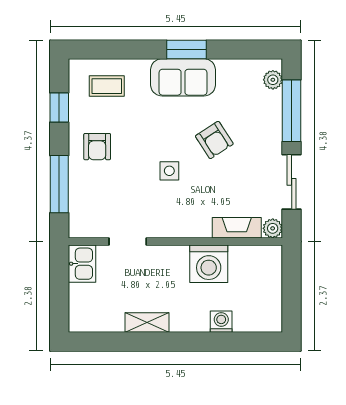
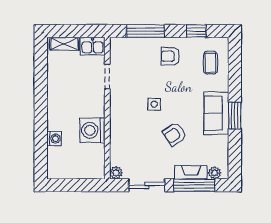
fireplace: (237, 228) -> (191, 172), moved, turned -90
shelving: (147, 323) -> (64, 44), moved, turned 90

